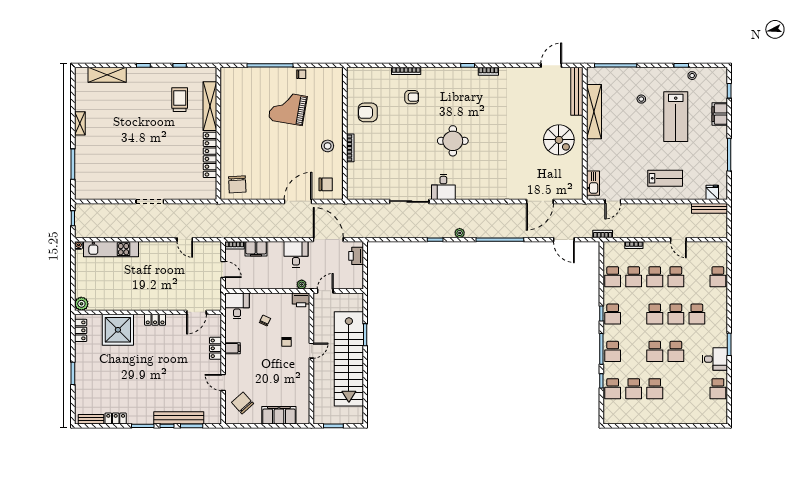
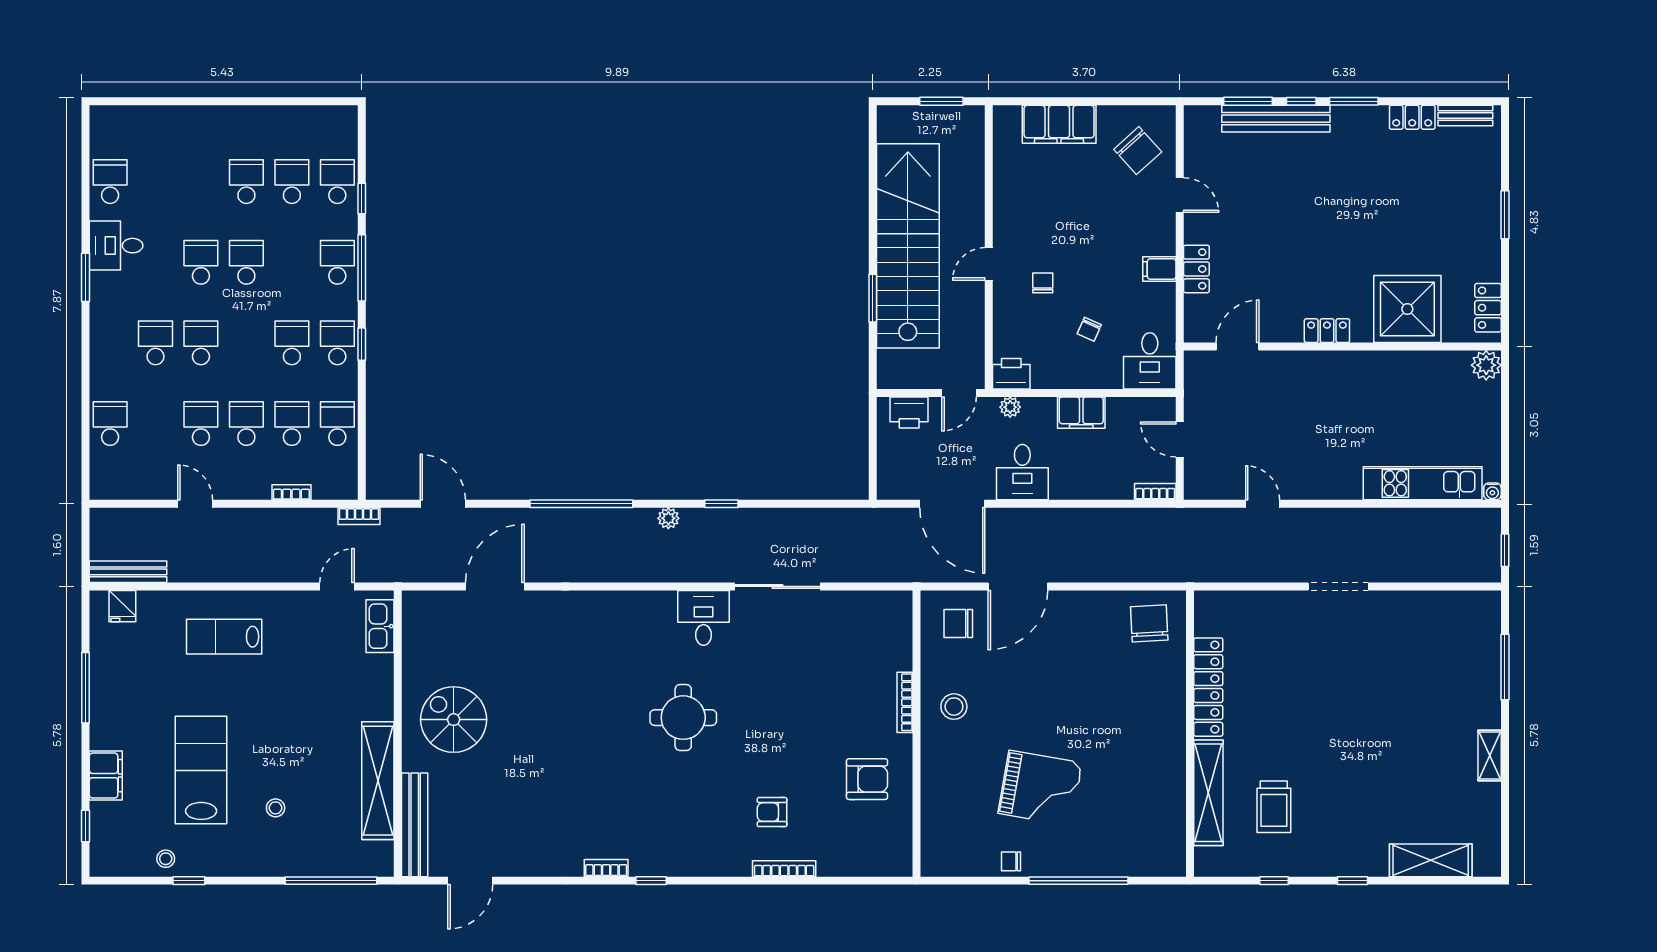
filing cabinet: (256, 249) -> (1081, 413), moved, turned 180
printer: (356, 256) -> (909, 412), moved, turned 90
school desk: (655, 314) -> (292, 343), moved

